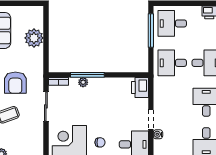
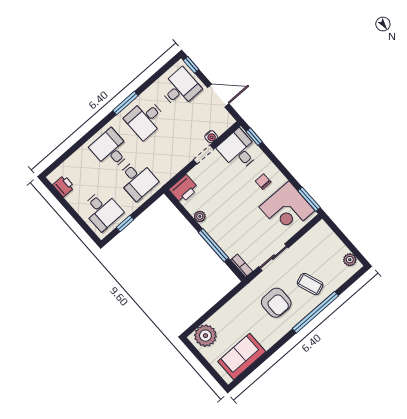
window: (151, 31) -> (125, 223), width x0.46
plant: (34, 38) -> (205, 336), moved
plant: (83, 82) -> (200, 216), moved
armchair: (15, 83) -> (276, 303), turned 90

